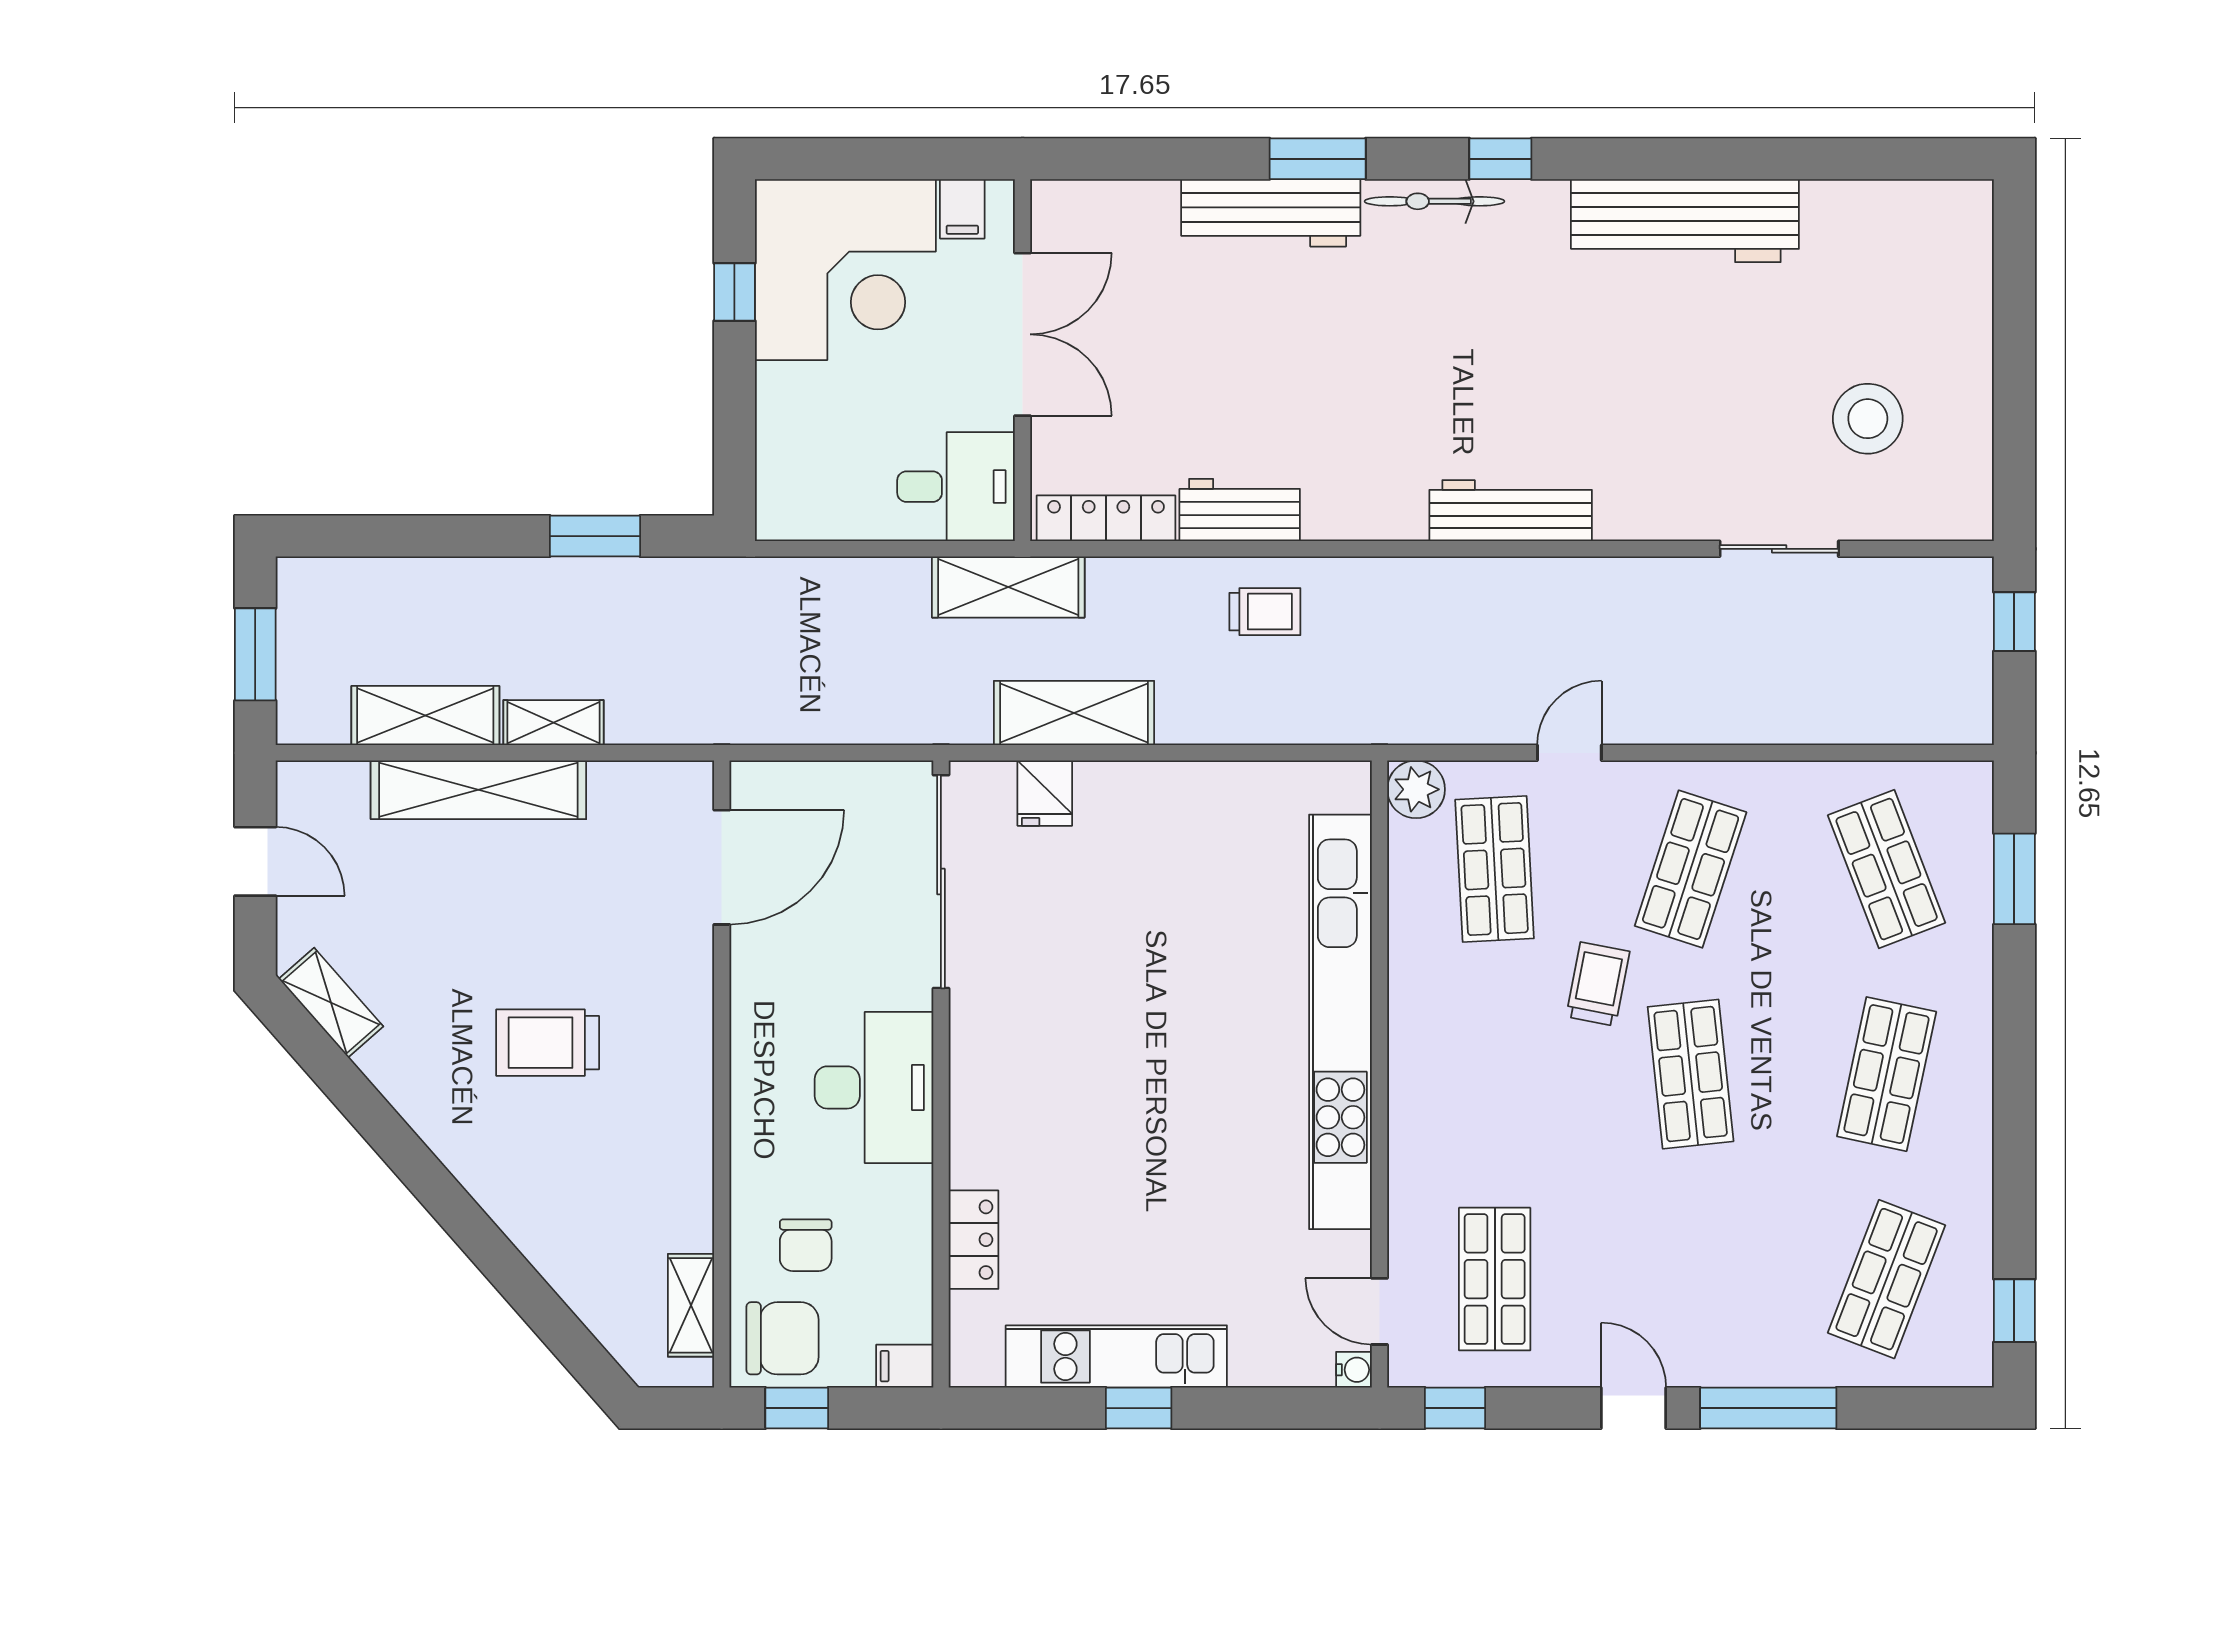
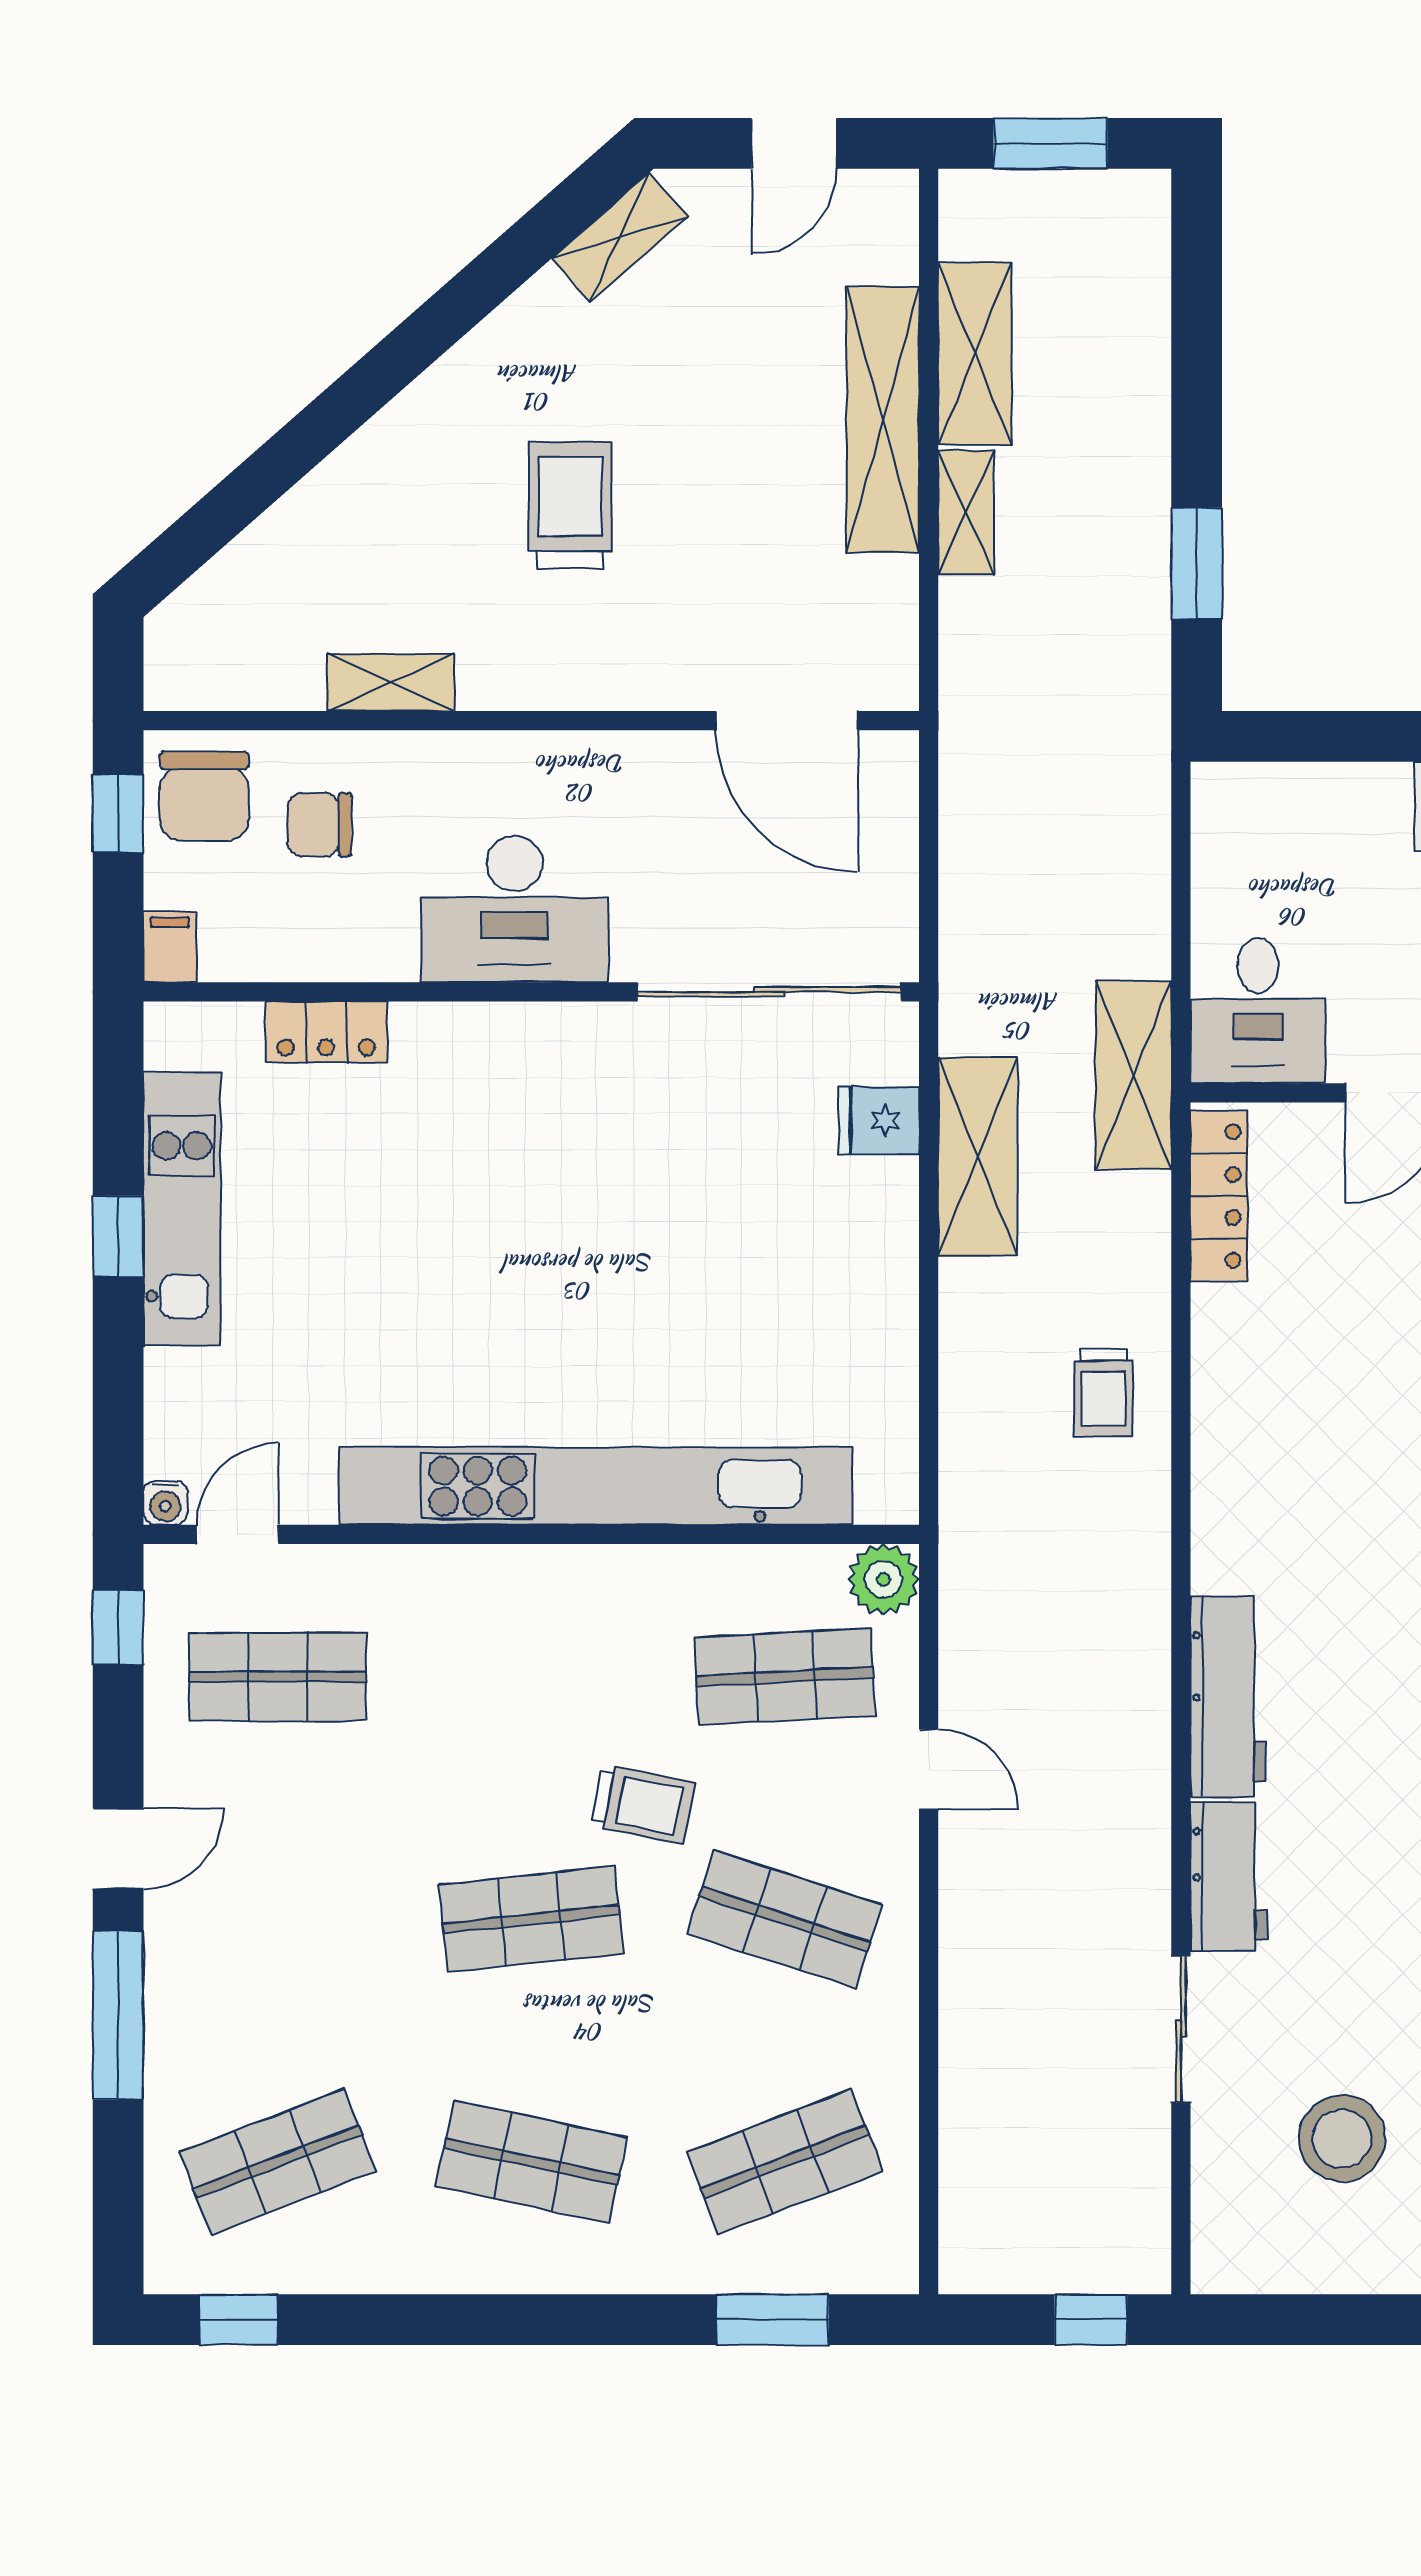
workbench: (1240, 510) -> (1229, 1877), moved
shop shelf: (1887, 1279) -> (278, 2162), turned -42
shelving: (691, 1305) -> (390, 683), moved

